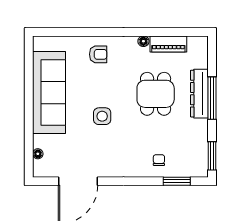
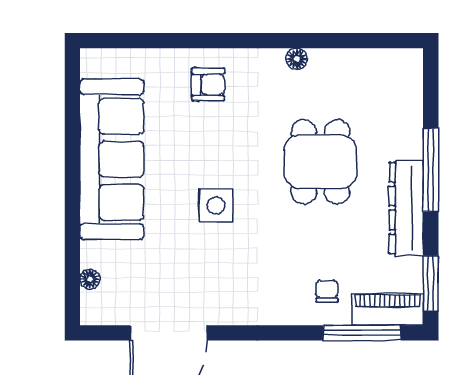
piano: (168, 44) -> (387, 309), moved, turned 180
dresser: (199, 94) -> (406, 208), moved
window: (177, 181) -> (362, 333), width x1.44

